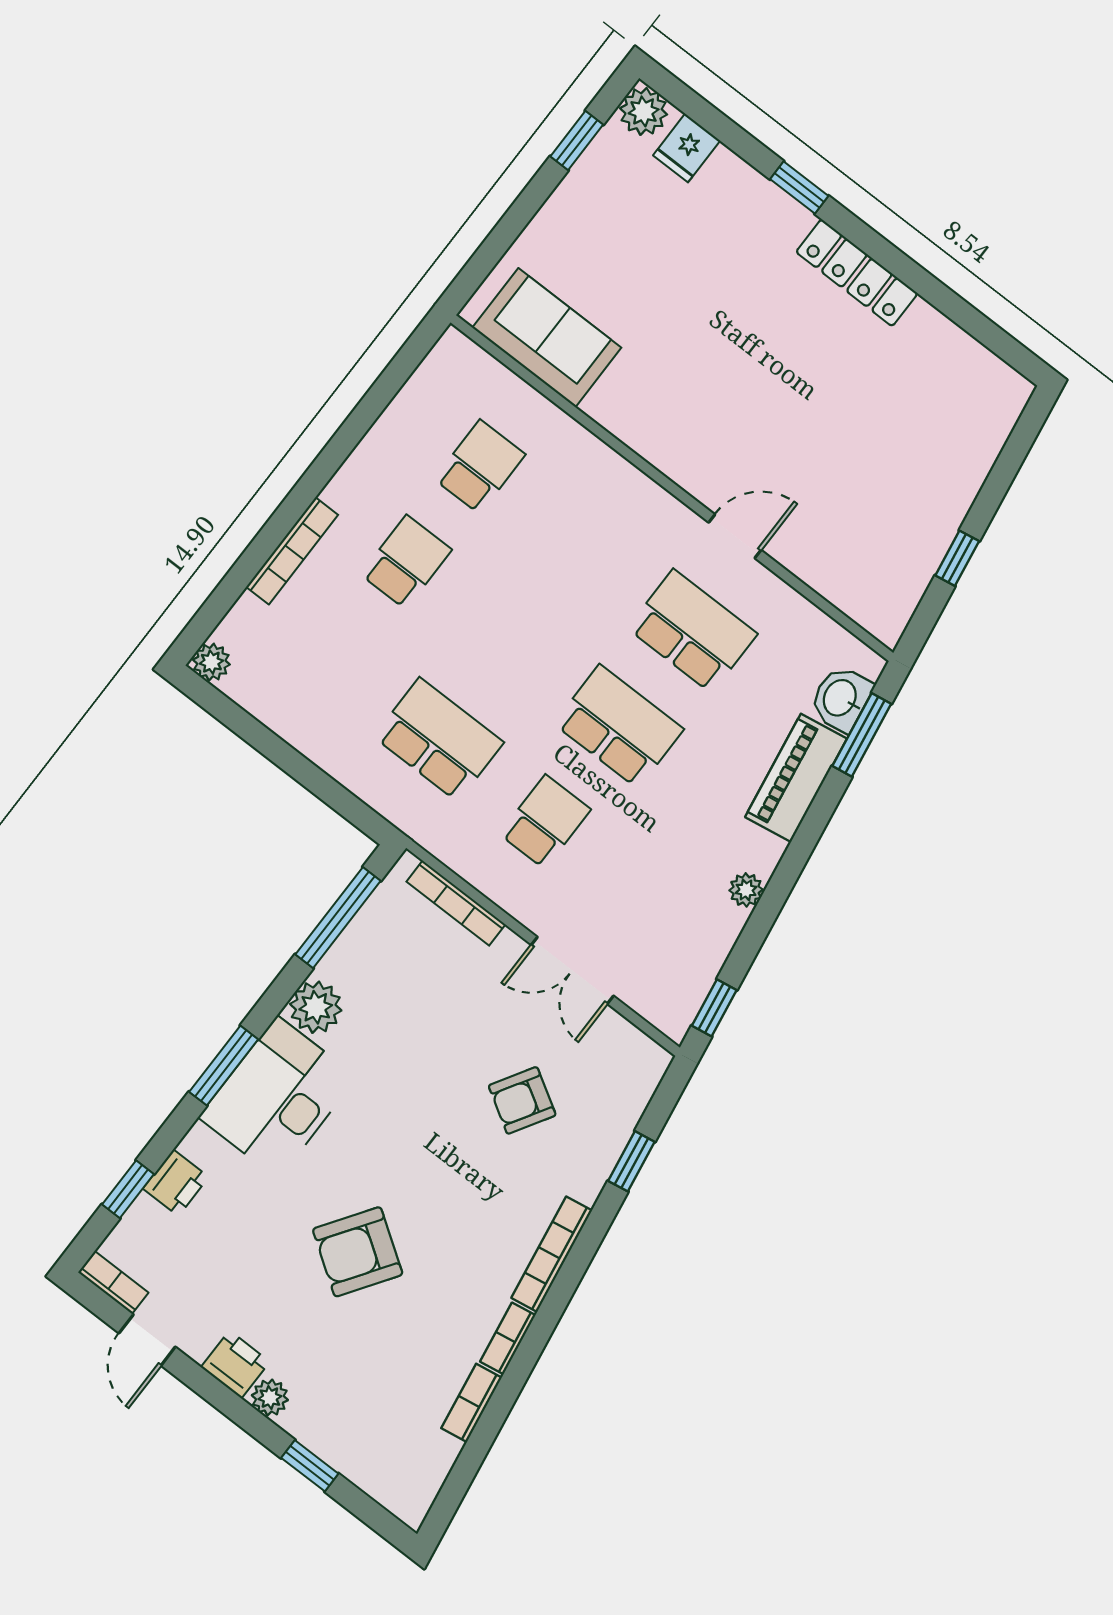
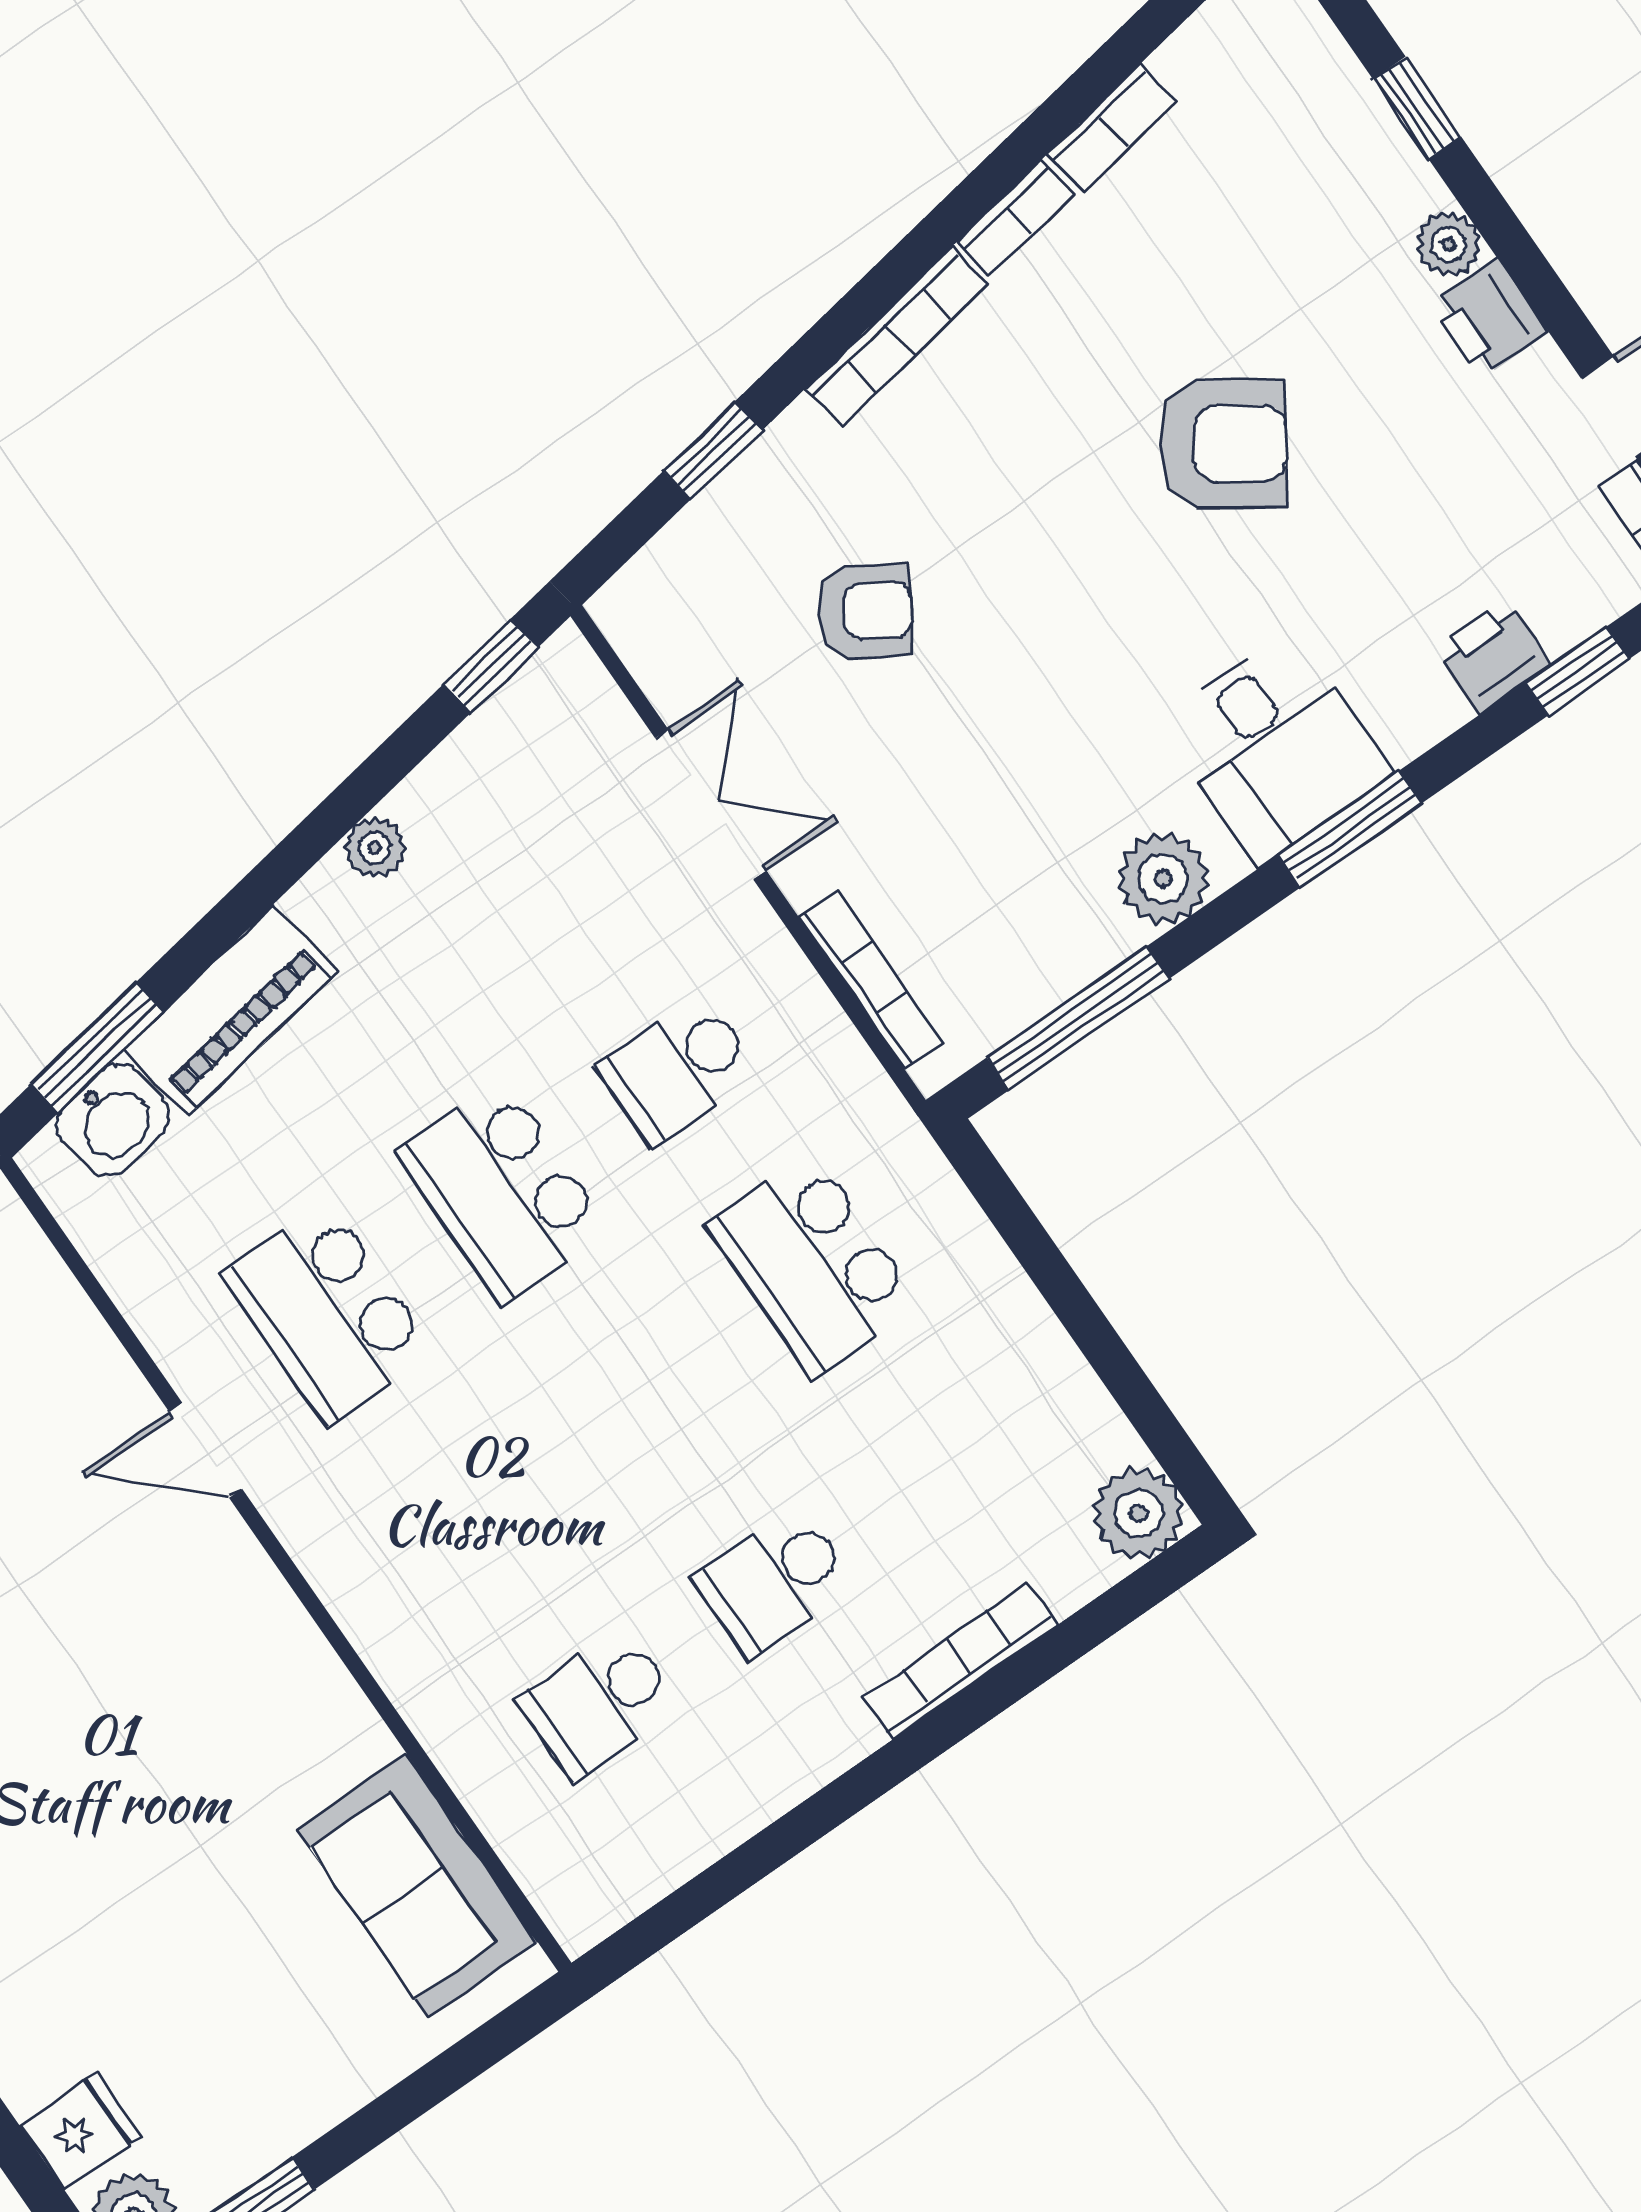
plant: (211, 662) -> (1139, 1513), width x1.38, depth x1.38
desk: (278, 1097) -> (1275, 747), width x0.73

